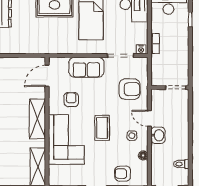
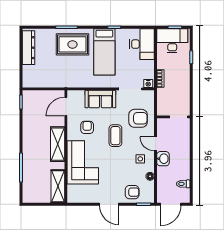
coffee table: (102, 128) -> (115, 136), moved
armchair: (123, 174) -> (132, 192), turned 180

